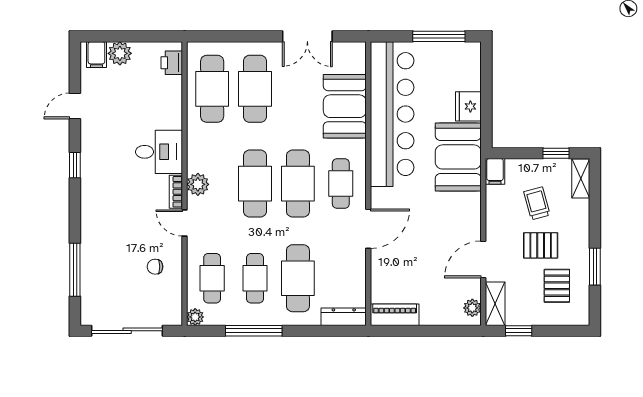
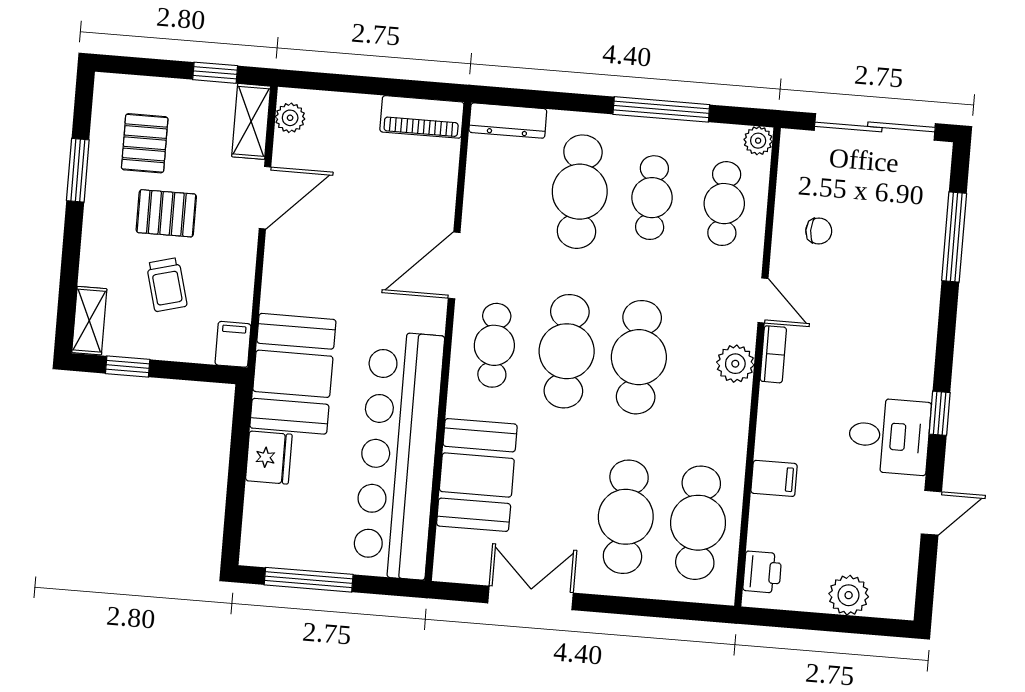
filing cabinet: (96, 55) -> (774, 478), moved, turned 90
desk: (159, 152) -> (889, 436), moved, turned 180

